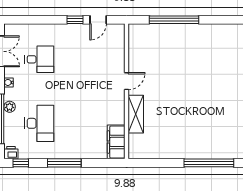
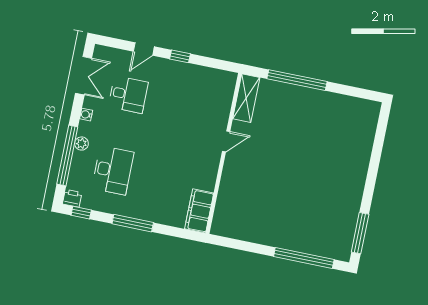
door: (98, 20) -> (144, 49), moved
shelving: (136, 114) -> (246, 98), moved

